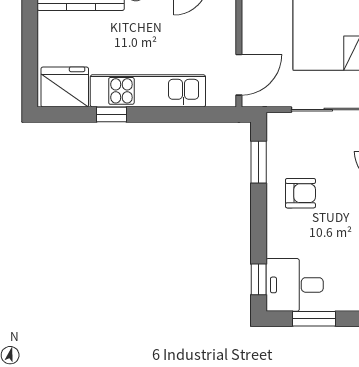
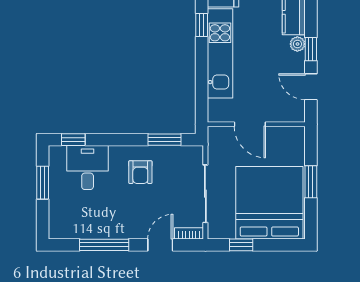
door: (239, 75) -> (250, 124), moved
desk: (295, 285) -> (88, 168), moved

